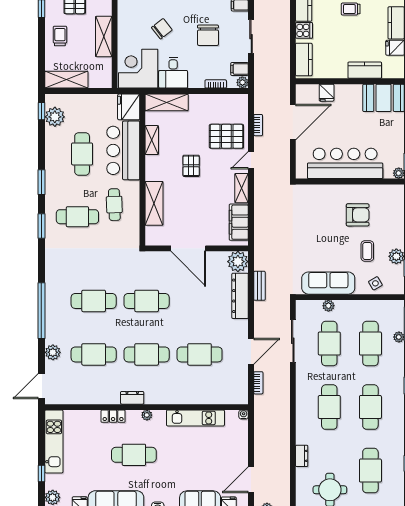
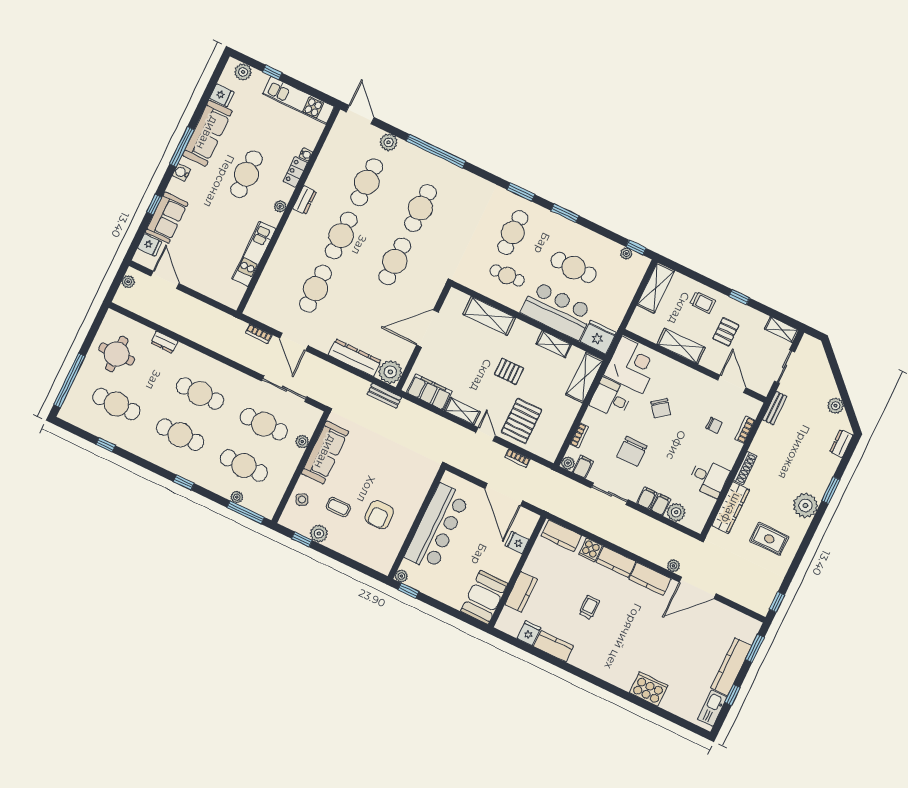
chair: (208, 35) -> (632, 451), turned -90
plant: (55, 117) -> (626, 254), width x0.53, depth x0.53
bench: (259, 286) -> (384, 396), moved
water cooler: (244, 414) -> (306, 154), moved

